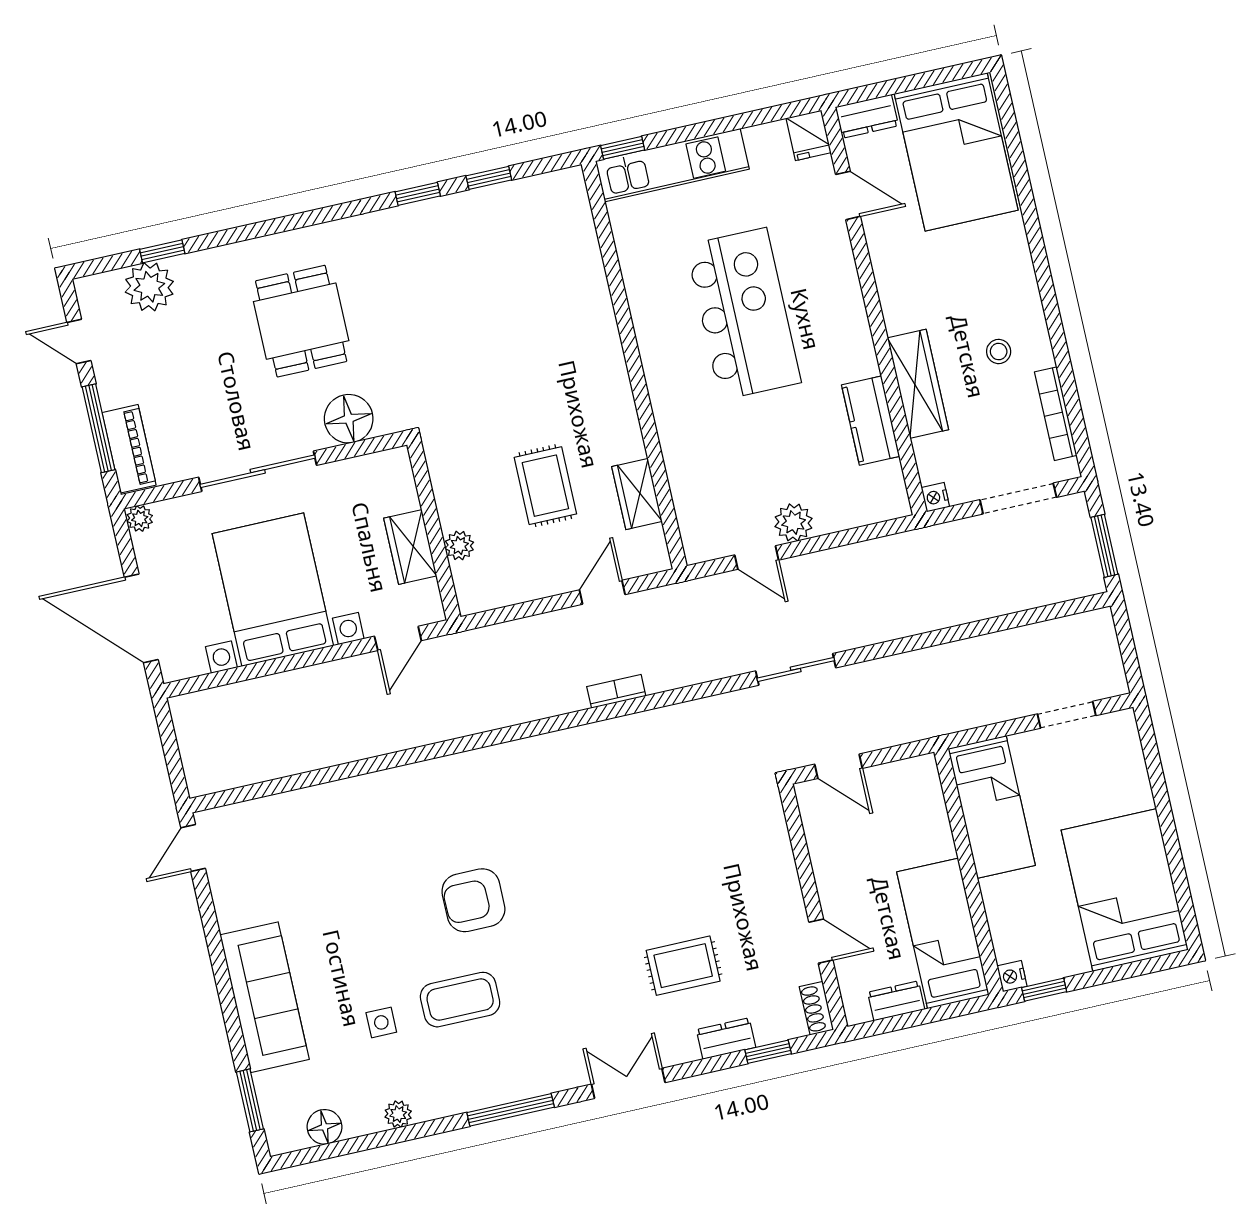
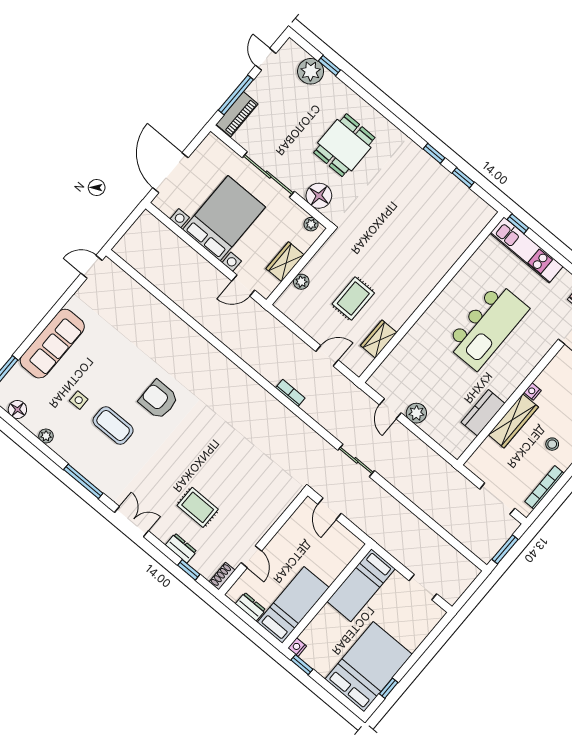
nightstand: (935, 497) -> (533, 391), moved
plant: (140, 518) -> (311, 224), moved
window: (1181, 885) -> (389, 688), added

